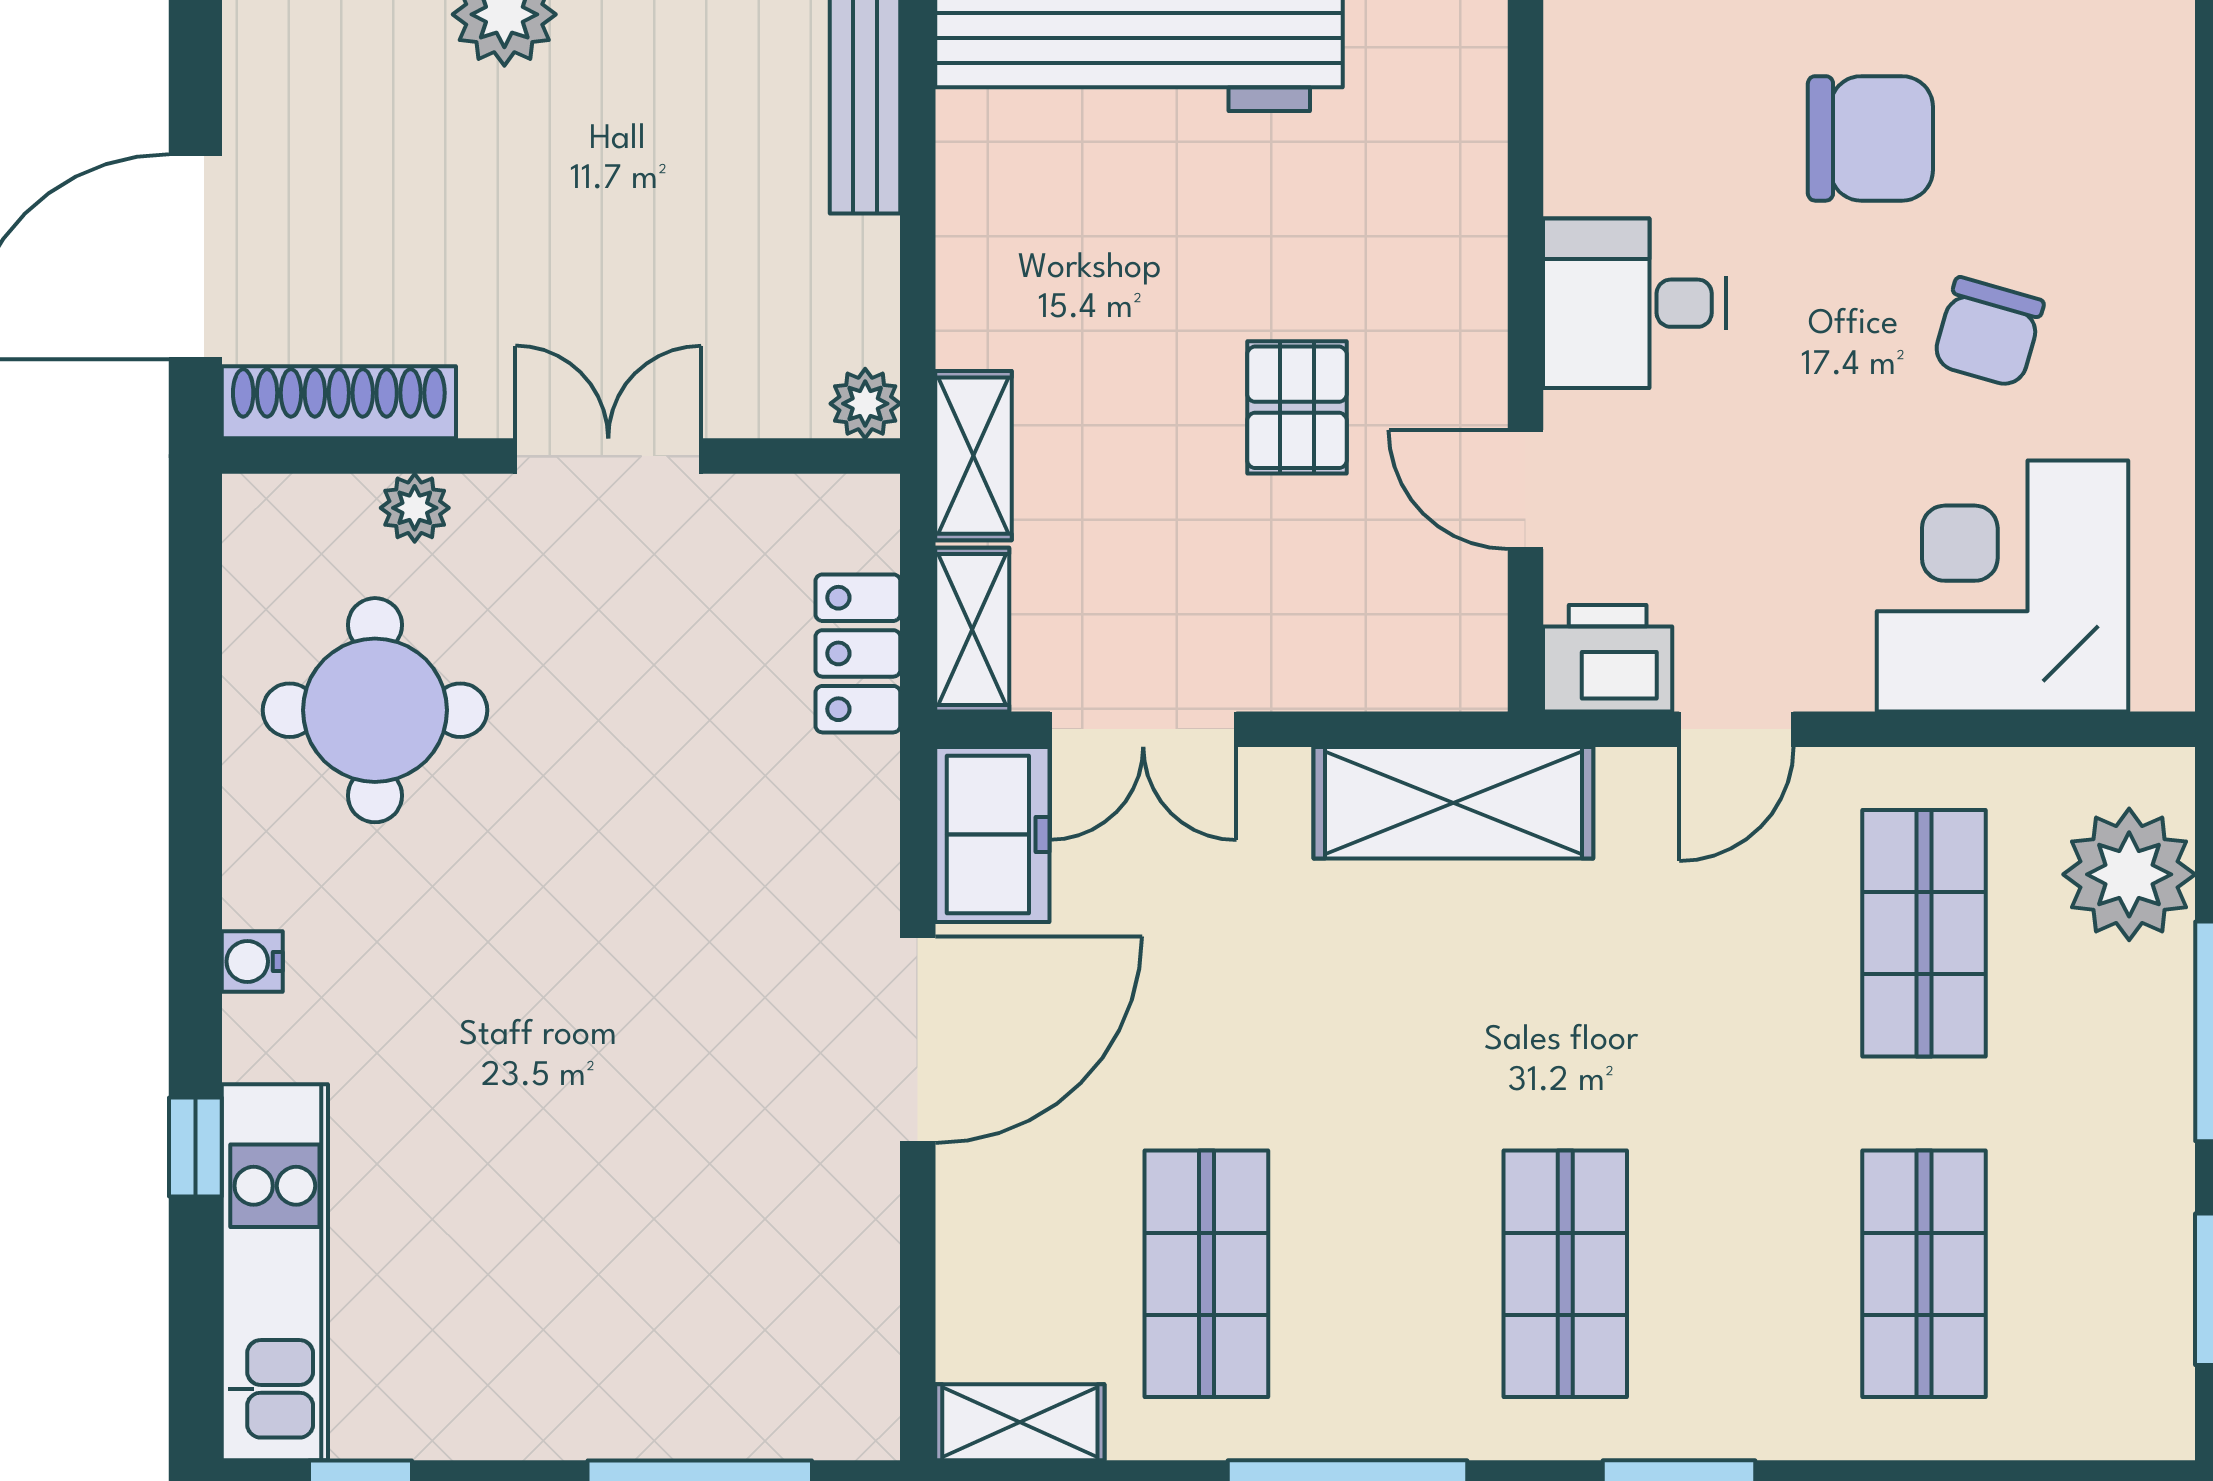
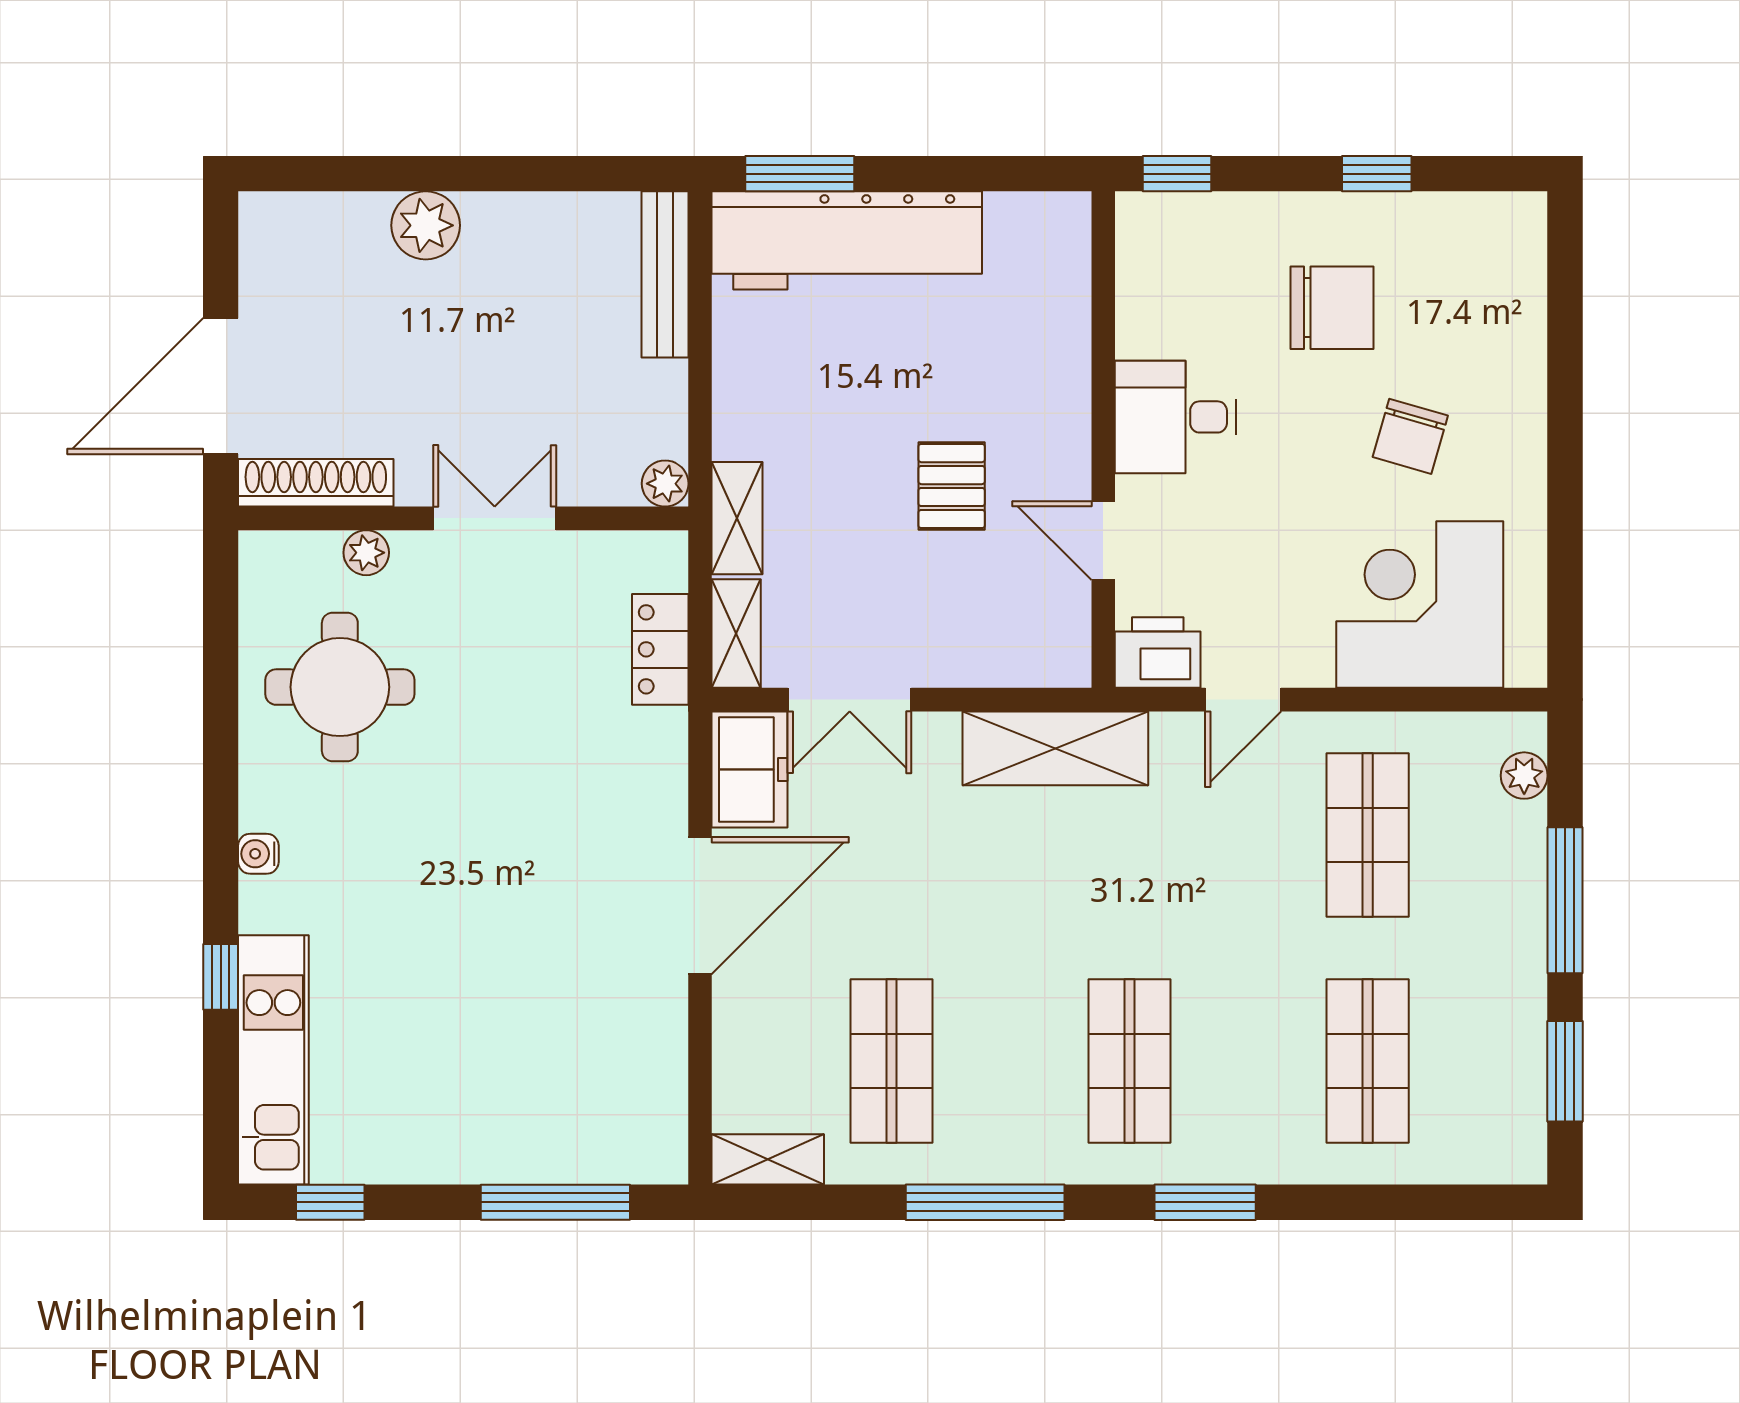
plant: (2129, 874) -> (1524, 776), width x0.53, depth x0.53

